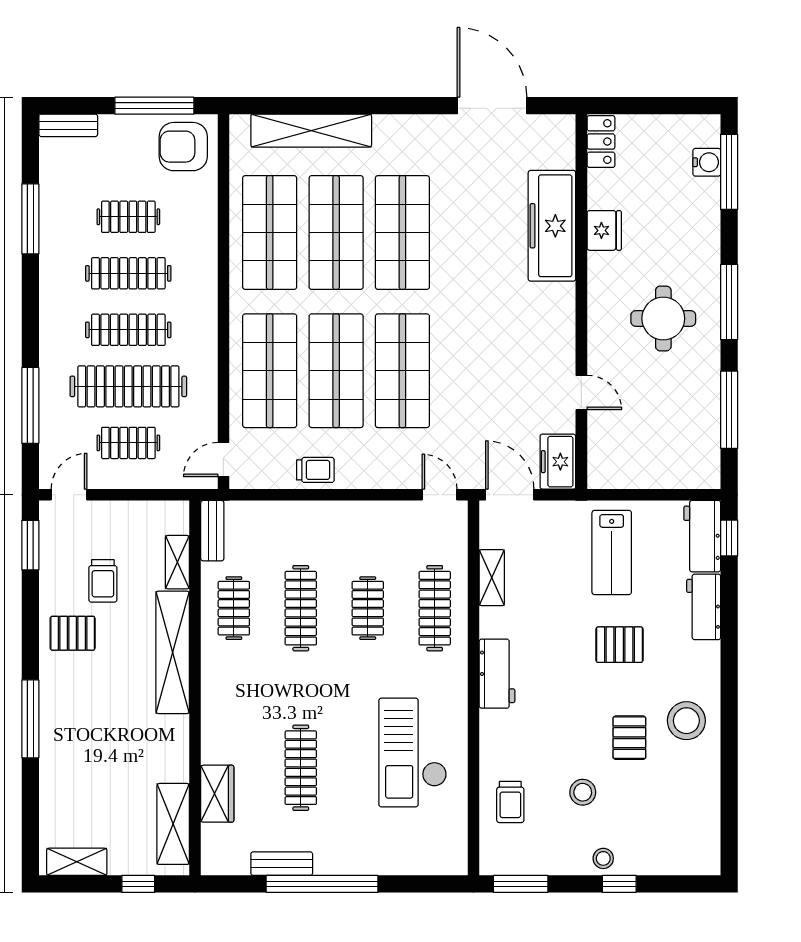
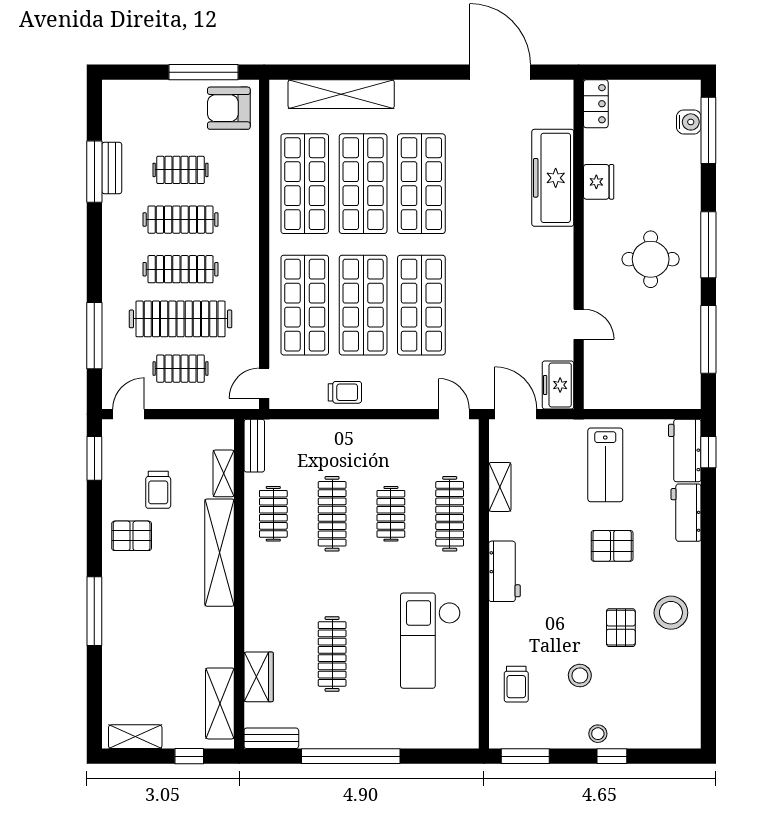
bench: (68, 125) -> (112, 168), moved, turned 90
bench: (282, 864) -> (271, 738), moved

